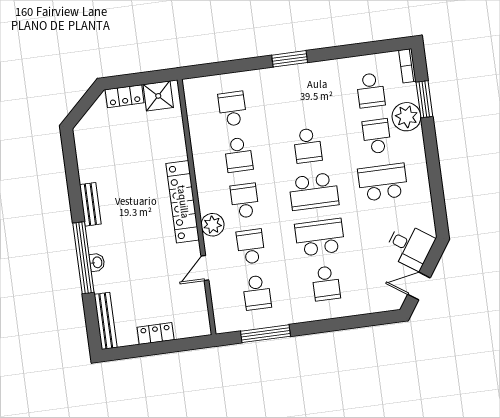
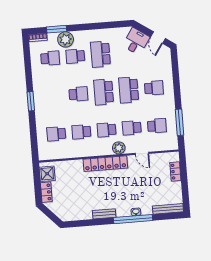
school desk: (238, 155) -> (81, 132), turned 180
school desk: (314, 191) -> (104, 92), turned 180
locker: (156, 334) -> (175, 171), moved

